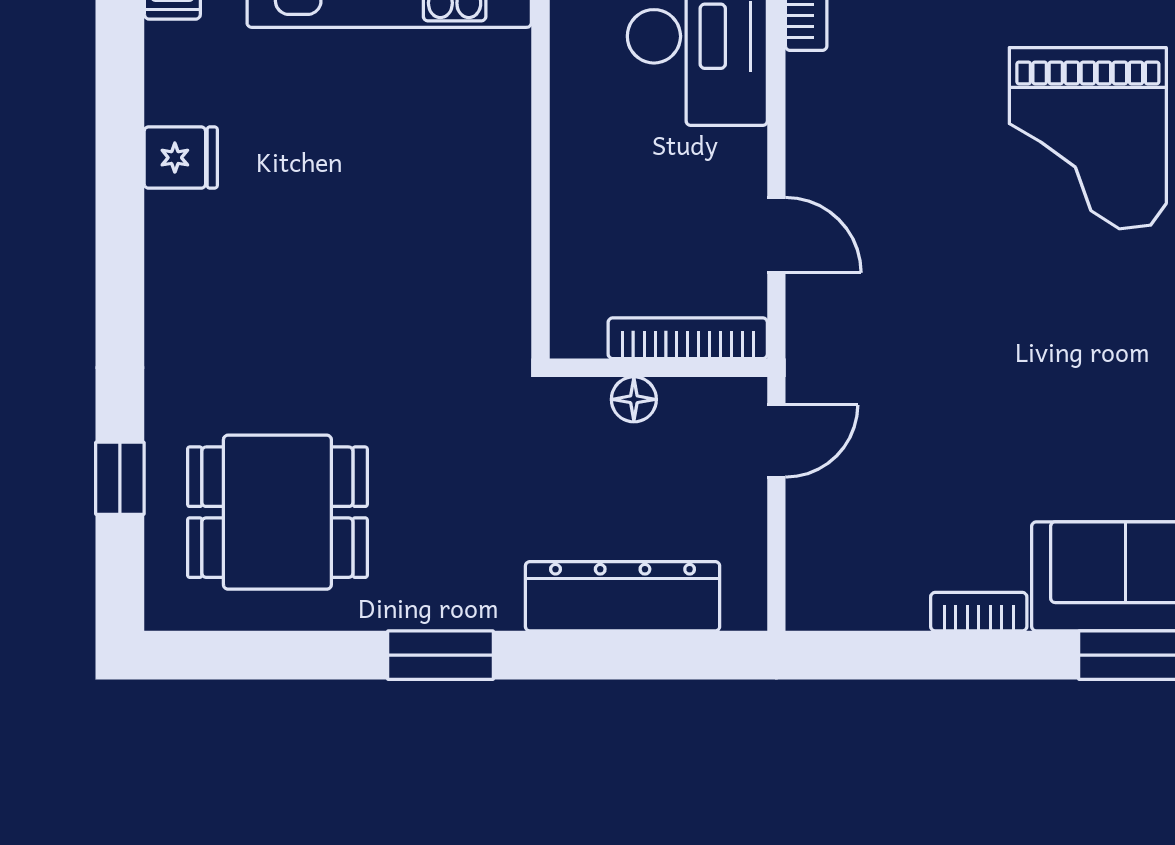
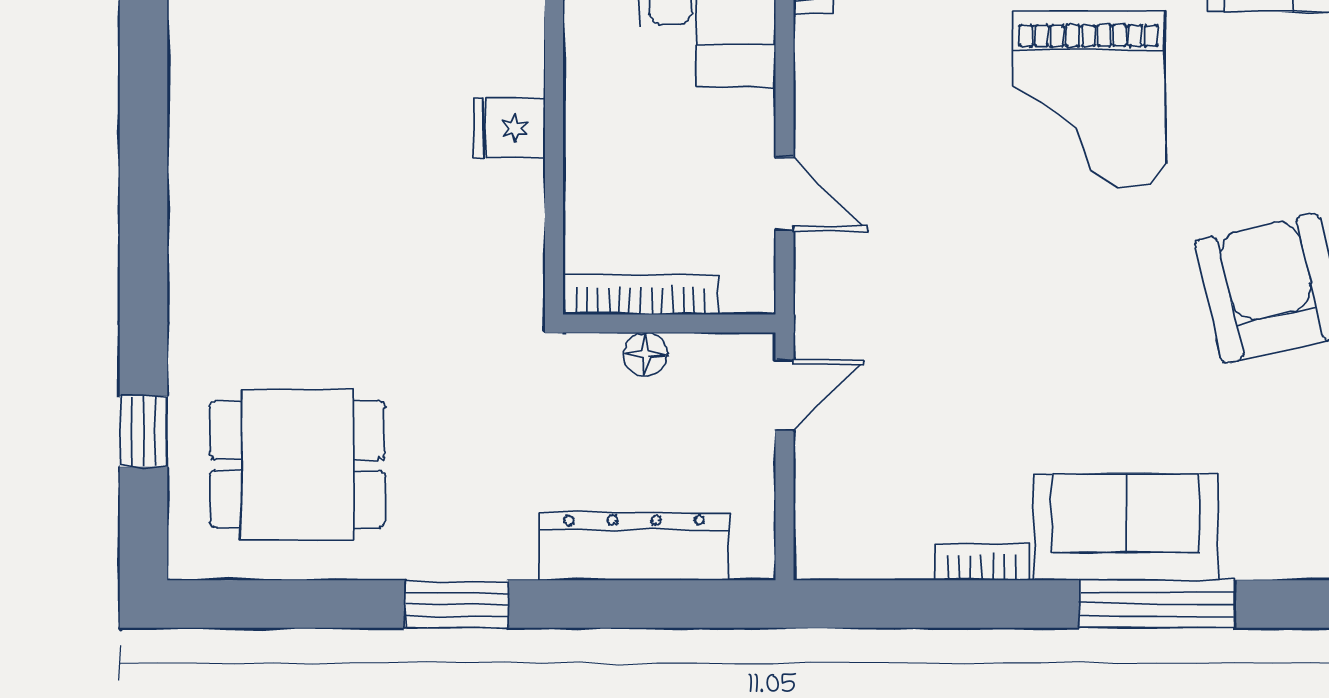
fridge: (181, 158) -> (510, 128), moved, turned 180
bookcase: (688, 338) -> (641, 295), moved

